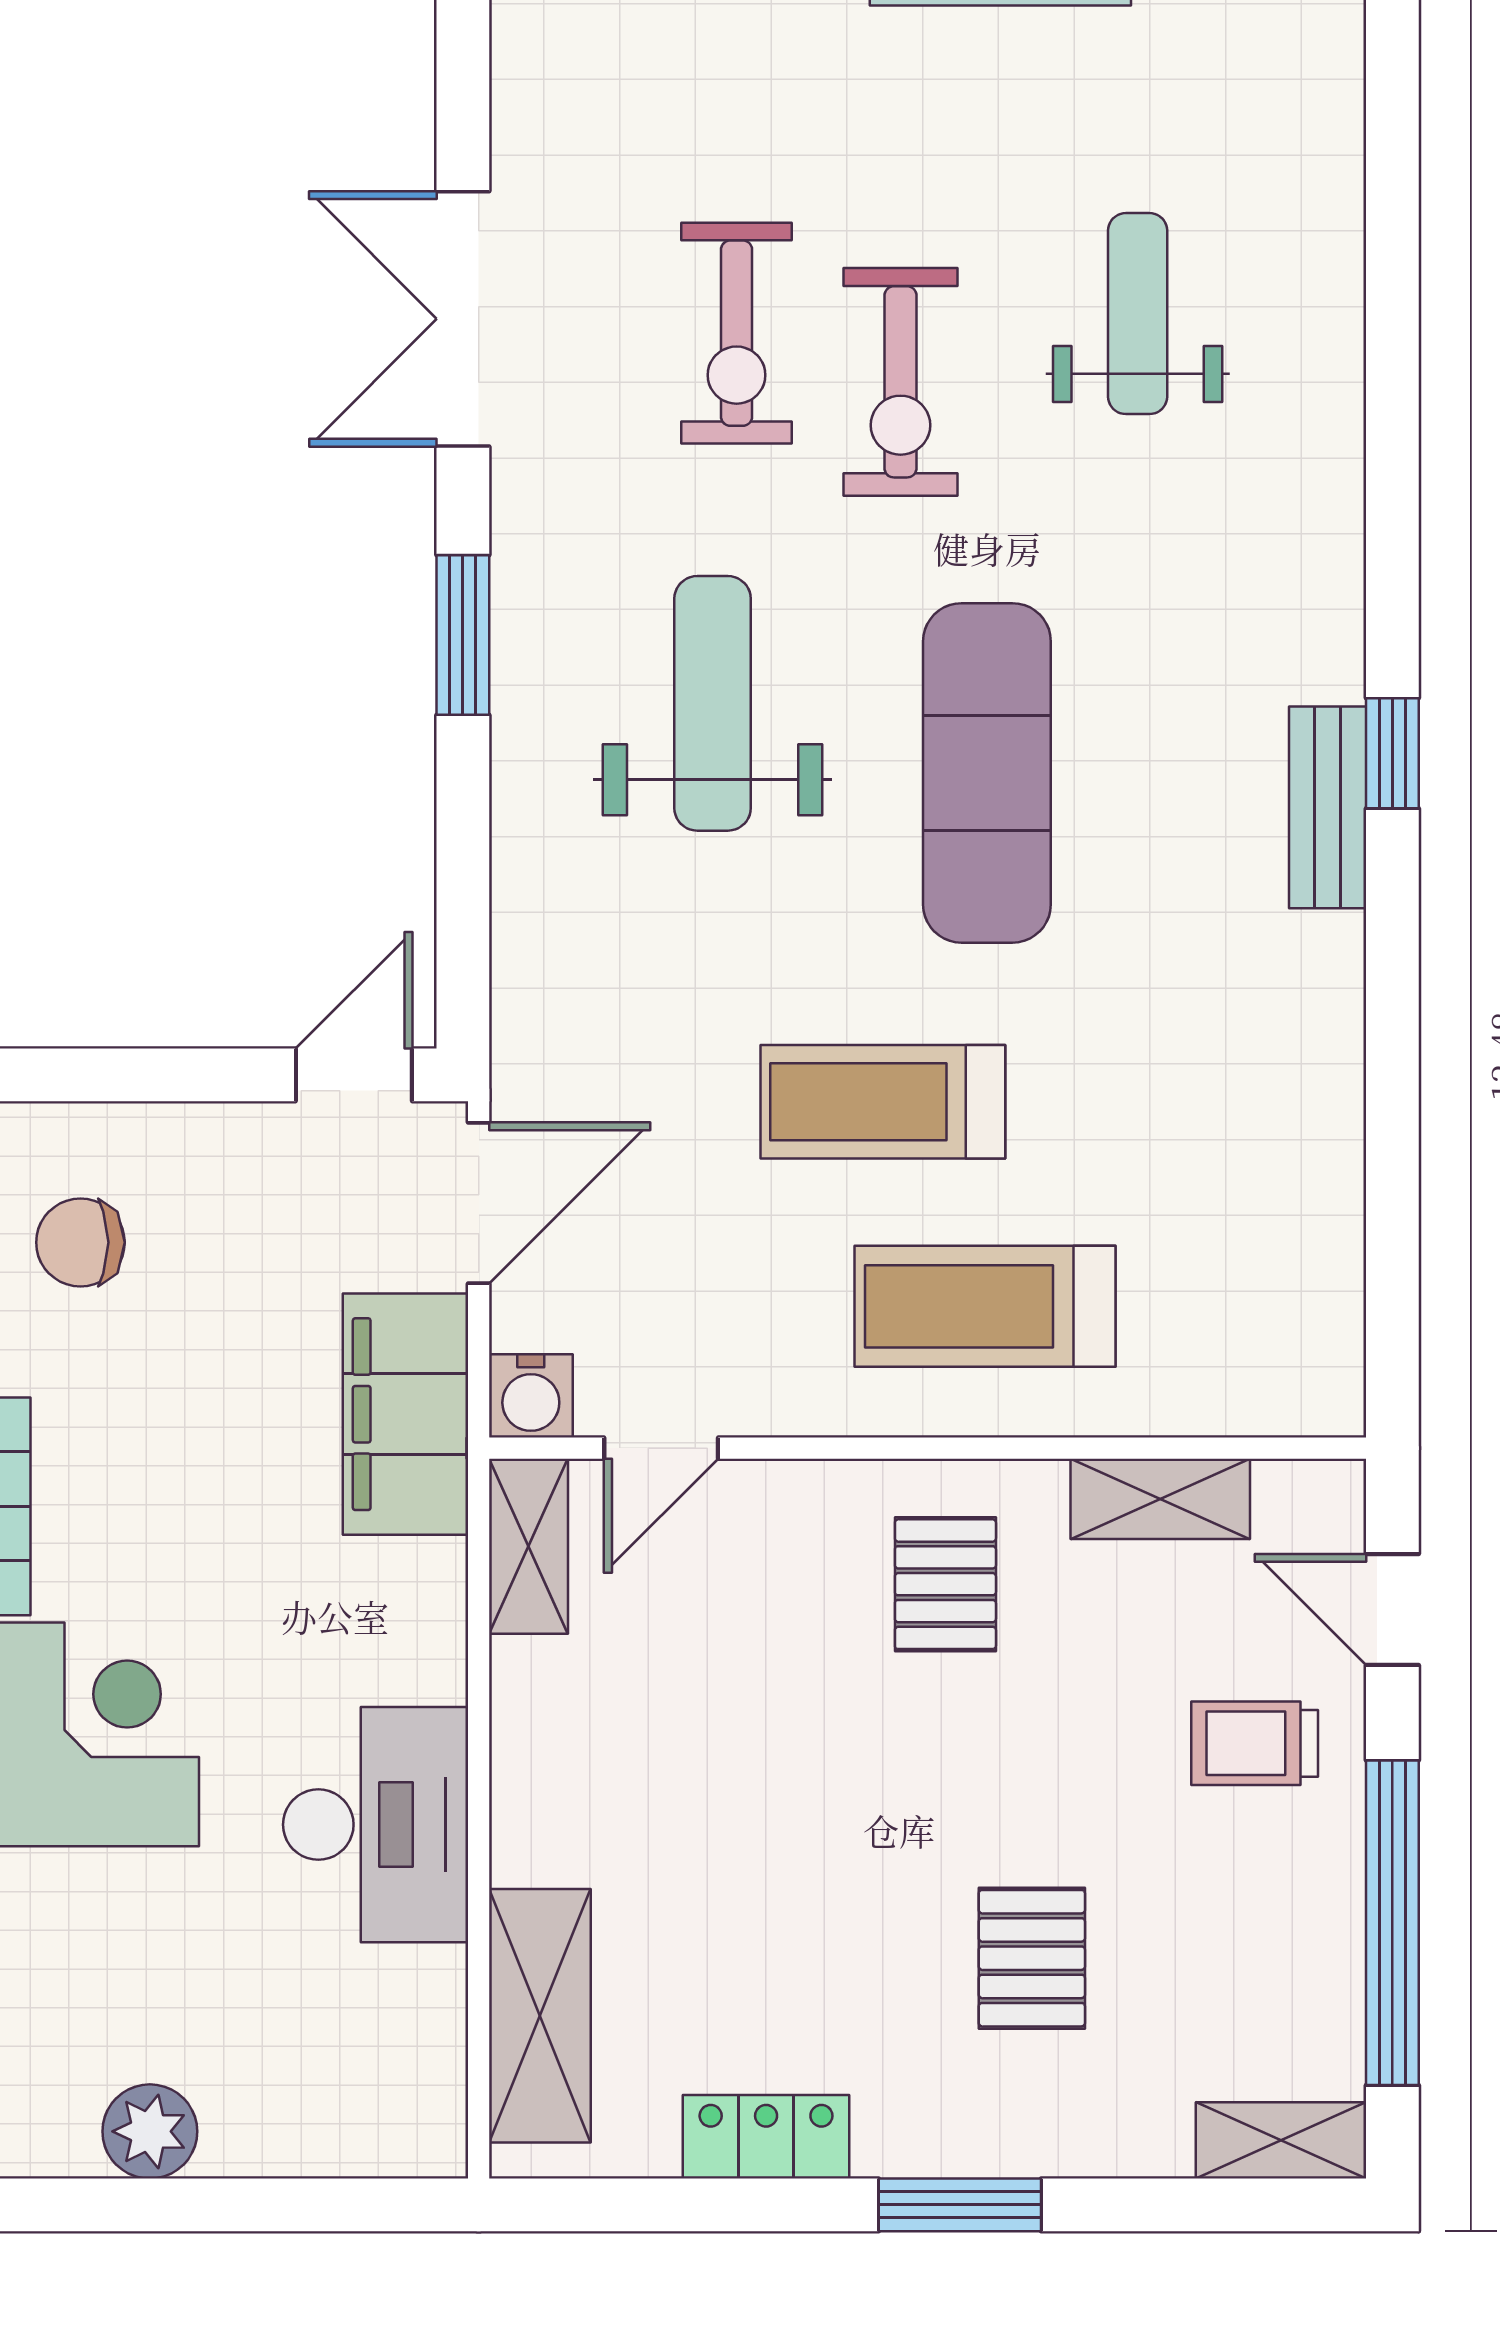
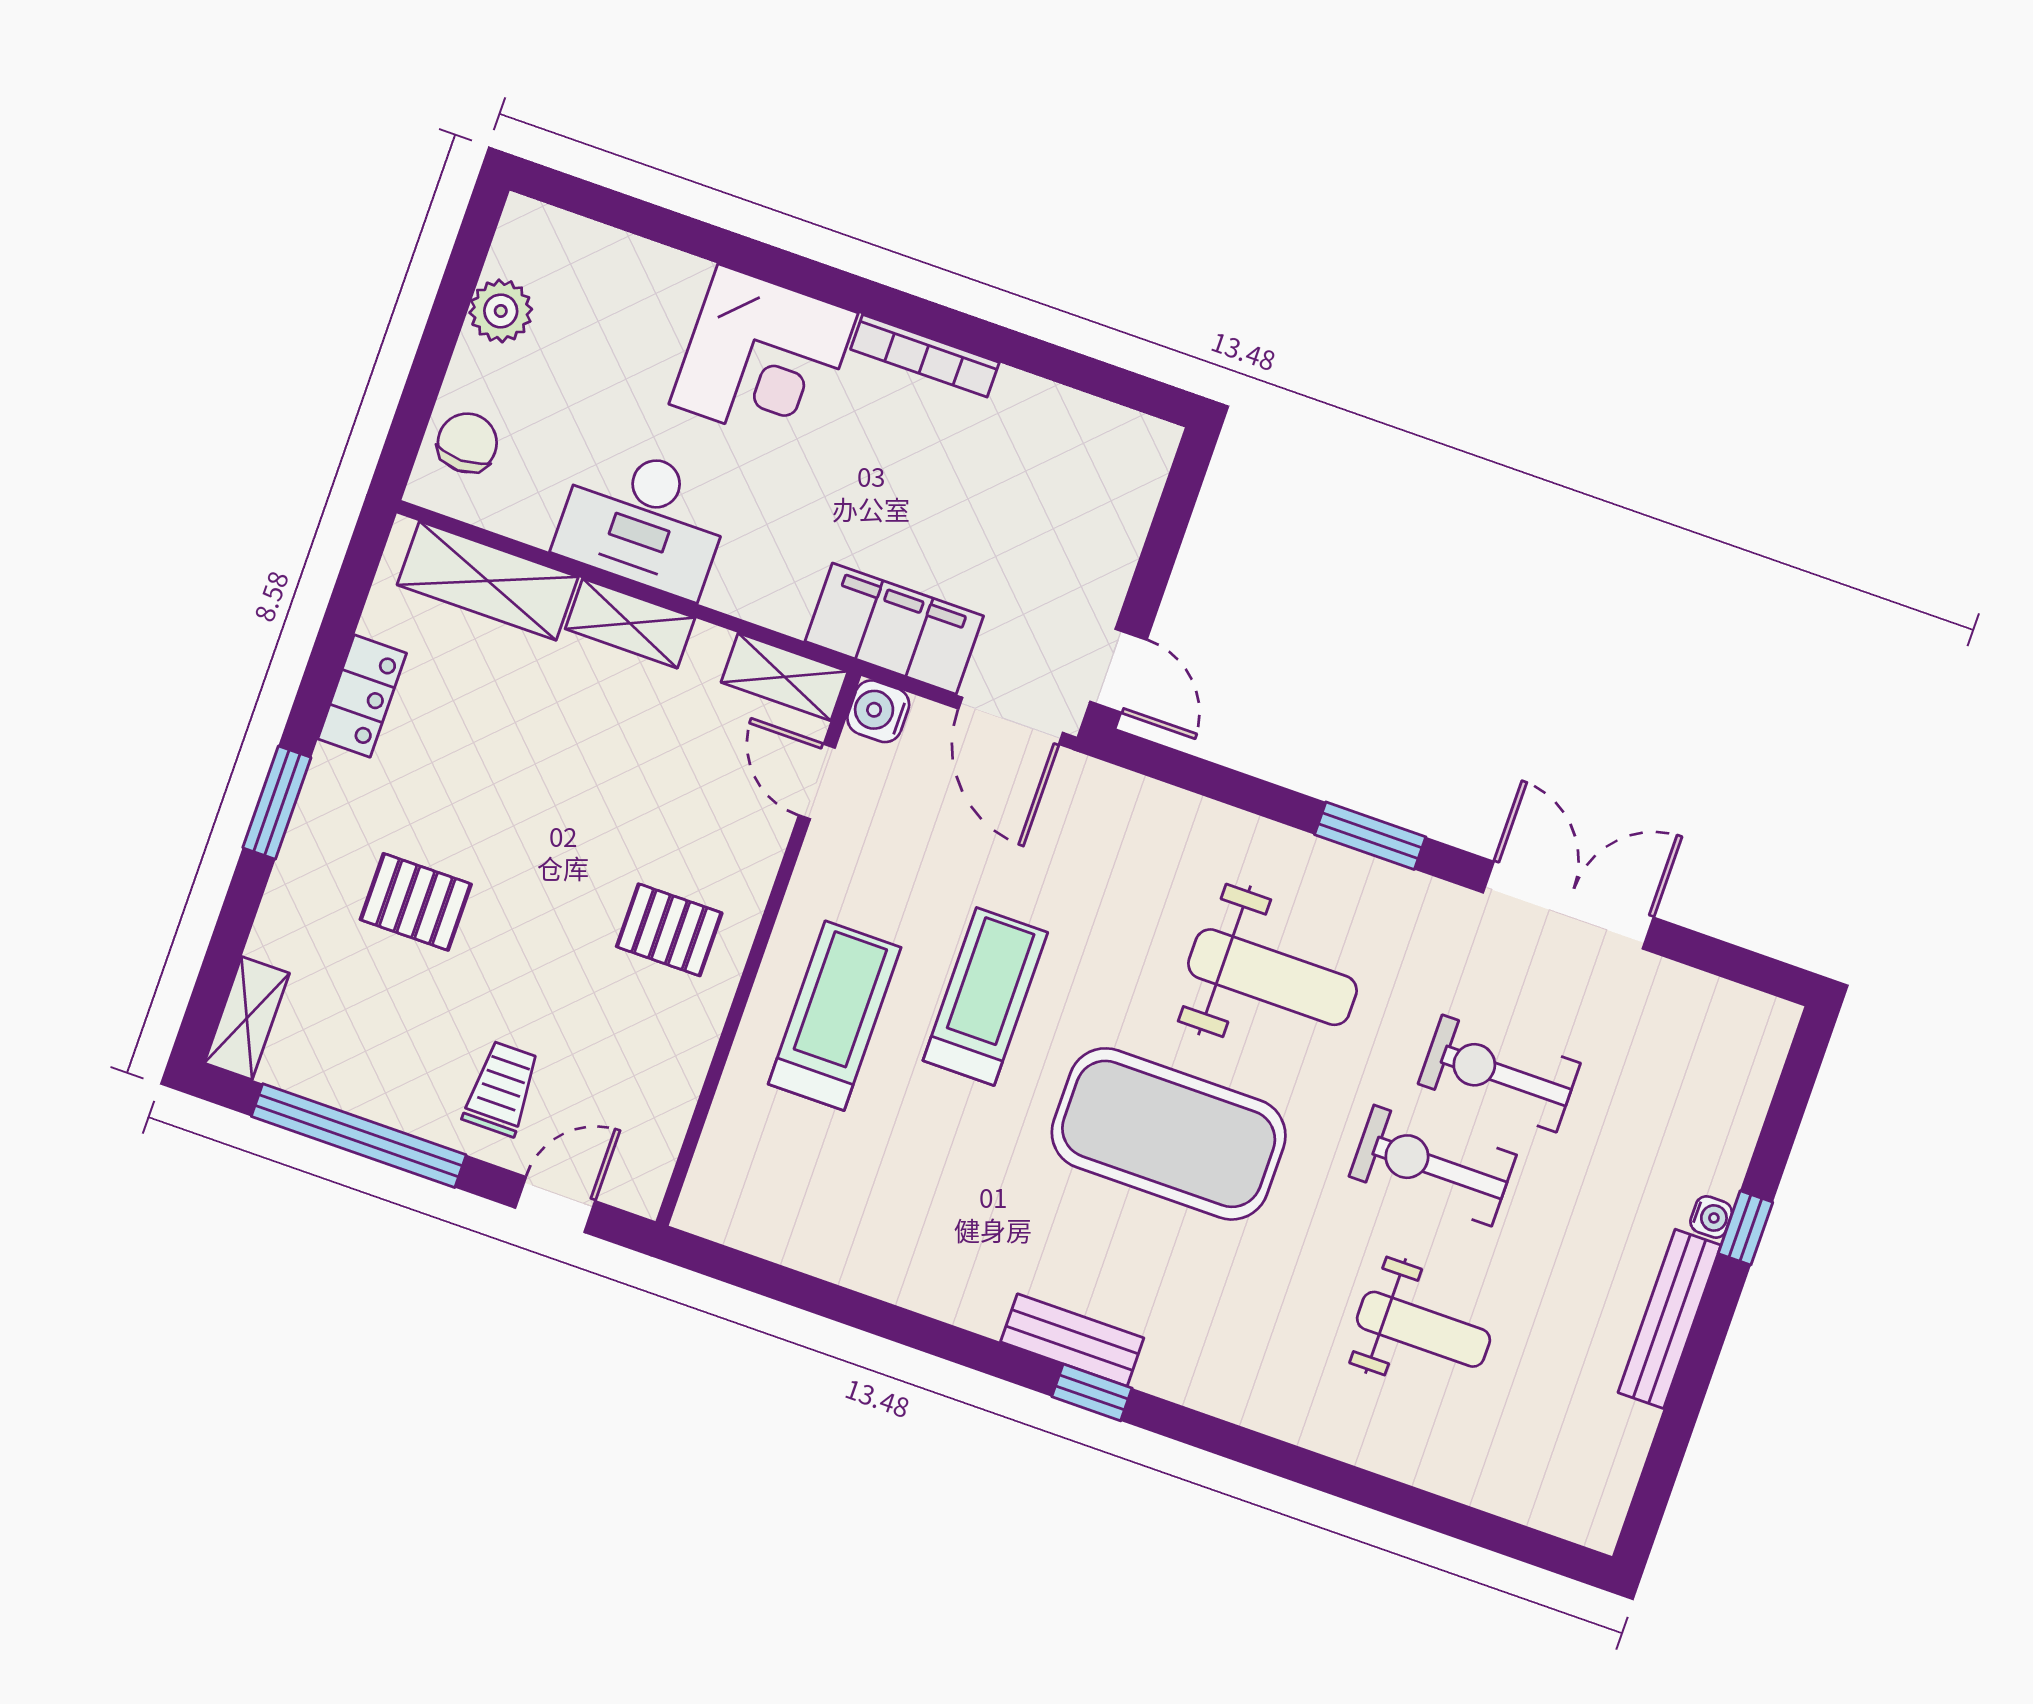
exercise mat: (987, 773) -> (1169, 1134), width x1.47
chair: (80, 1242) -> (467, 443), moved
shelving: (1160, 1499) -> (630, 623), moved, turned 90

